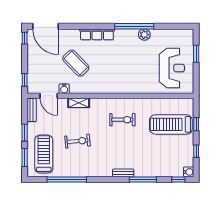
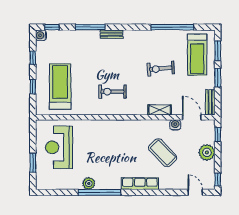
door: (46, 26) -> (195, 192), width x0.53
plant: (35, 63) -> (207, 152), added
treadmill: (171, 124) -> (60, 87), turned -90

